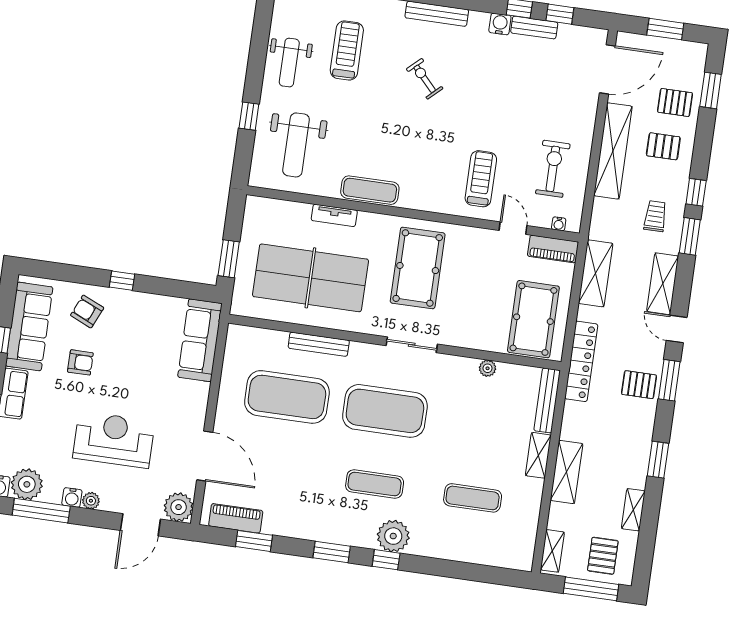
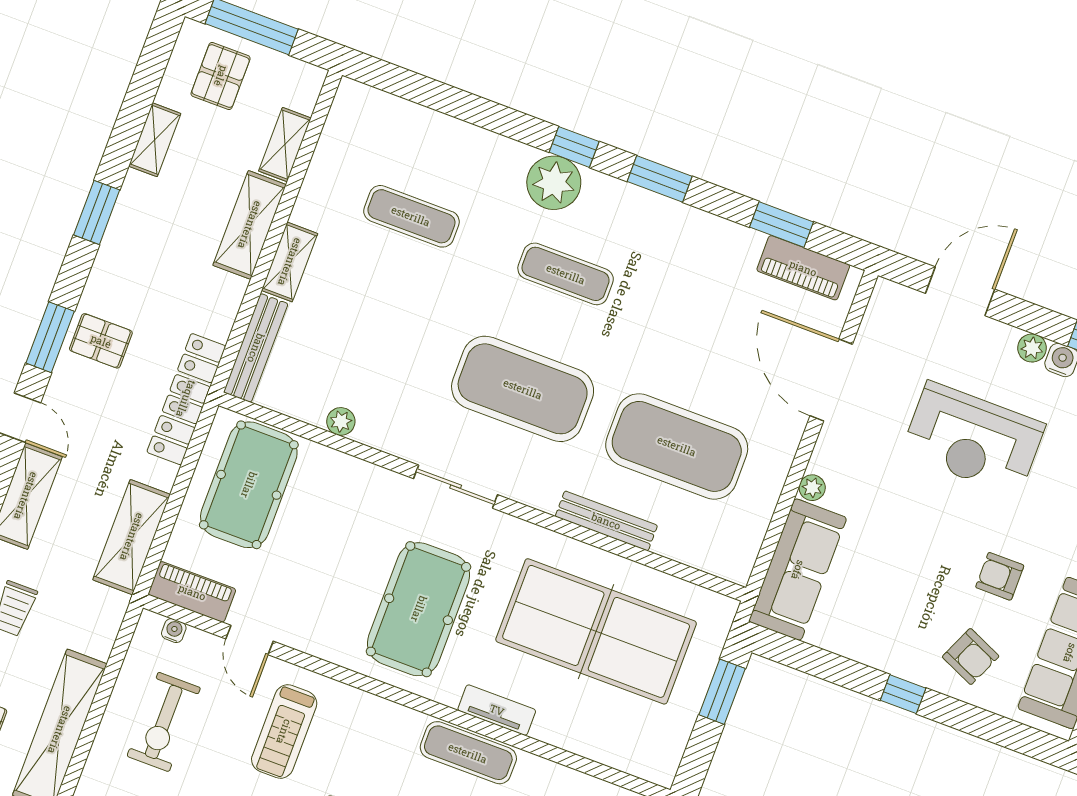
tv unit: (334, 215) -> (497, 710), moved
plant: (179, 507) -> (812, 488), moved, width x0.53, depth x0.53
shelving: (552, 551) -> (285, 145), moved

